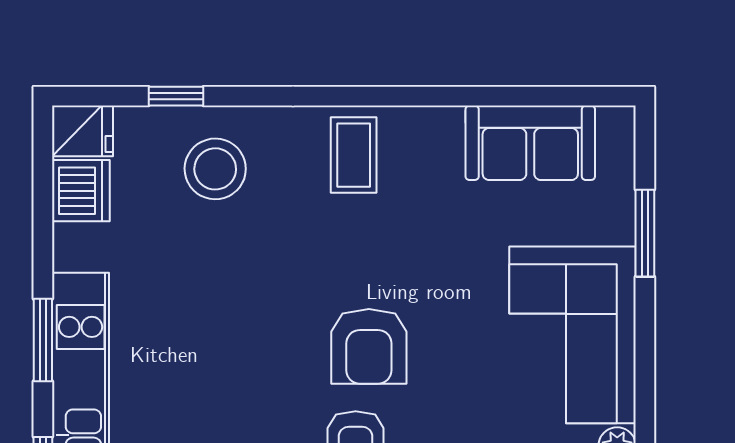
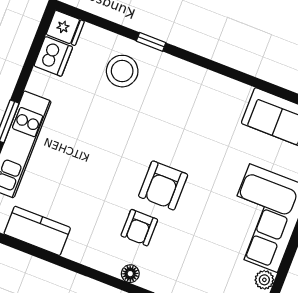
window: (176, 96) -> (151, 42), moved
coffee table: (354, 155) -> (192, 90), removed

